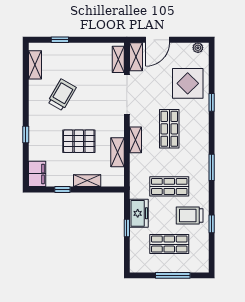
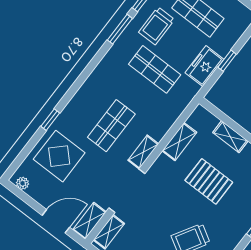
shelving: (136, 140) -> (143, 152), moved
window: (212, 167) -> (120, 29), moved
trolley: (190, 215) -> (157, 26), turned 90

